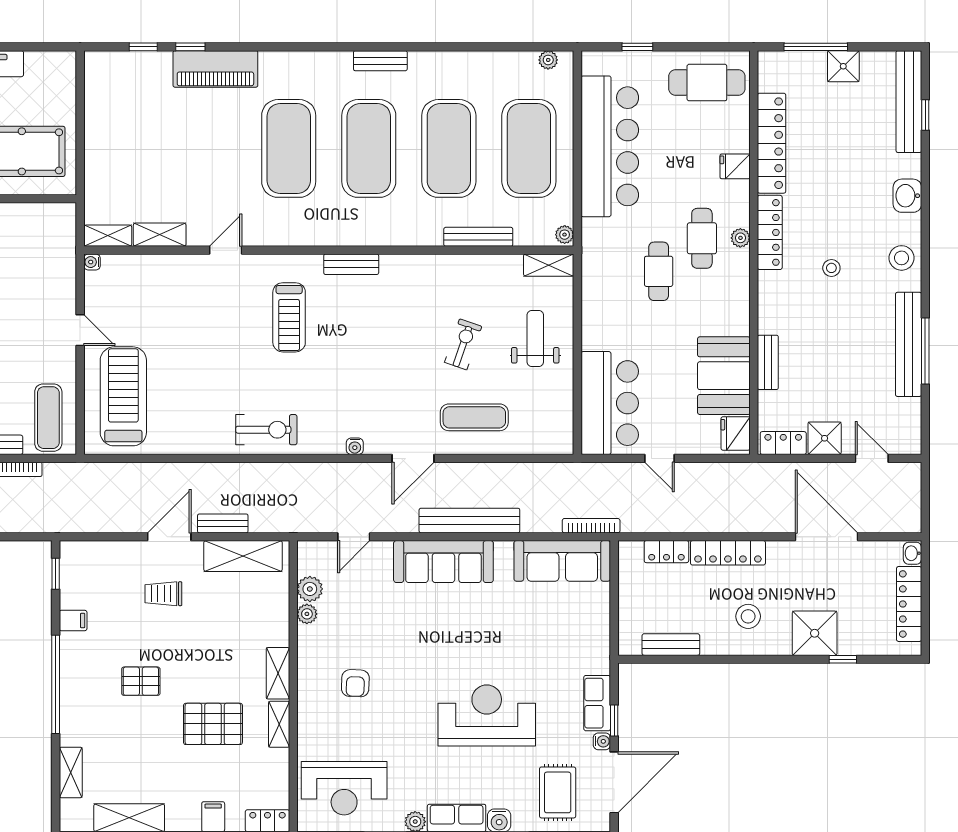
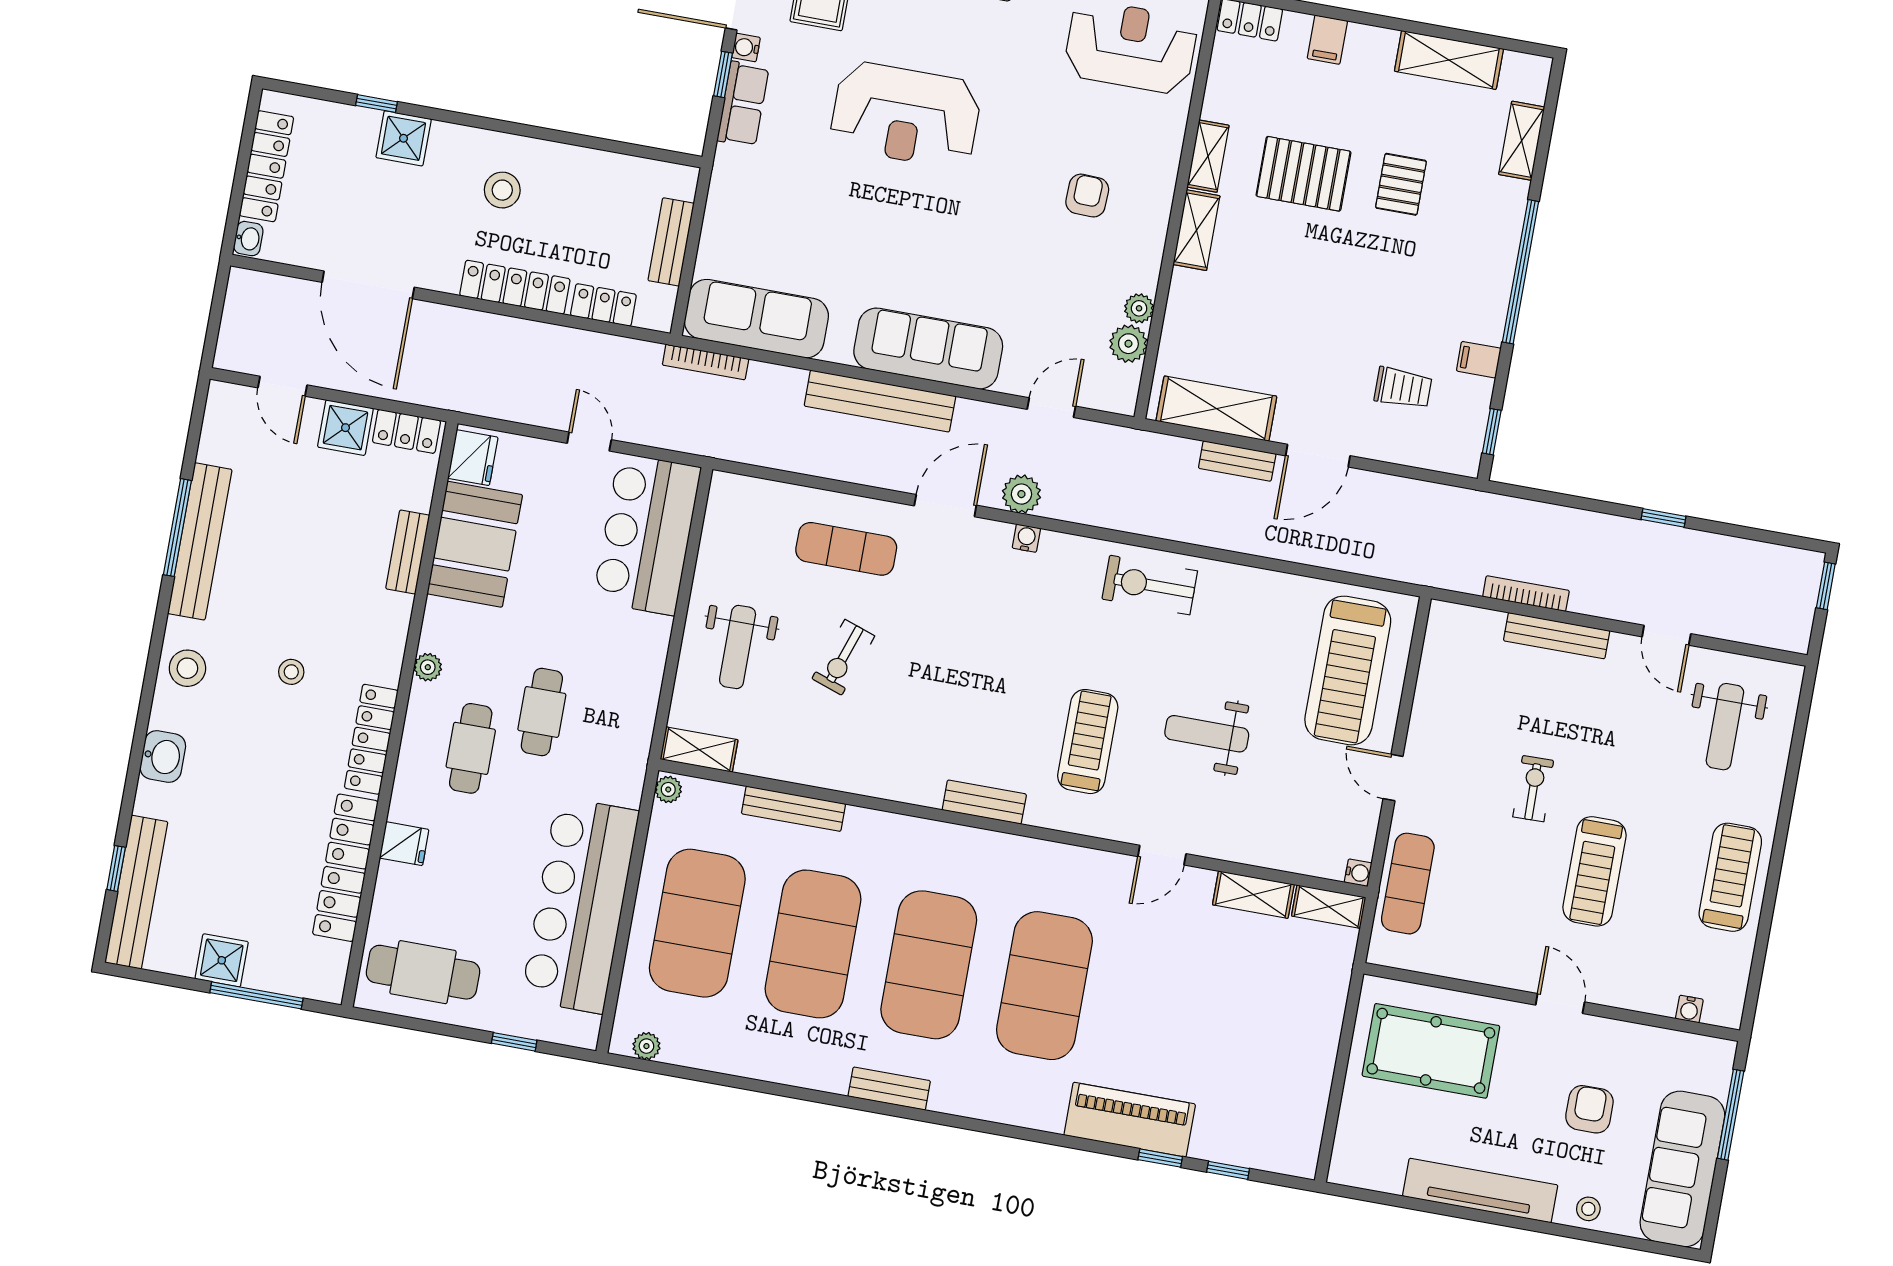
plant: (740, 238) -> (428, 667), moved
weight bench: (210, 337) -> (1207, 734), added
exercise mat: (48, 418) -> (1408, 884), moved
plant: (363, 475) -> (1021, 494), added
trolley: (163, 594) -> (1403, 388), moved
shower: (815, 633) -> (404, 138), width x0.73, depth x0.73
bench: (671, 645) -> (671, 242), moved, turned 90
pallet: (141, 681) -> (1401, 184), moved, turned 90

